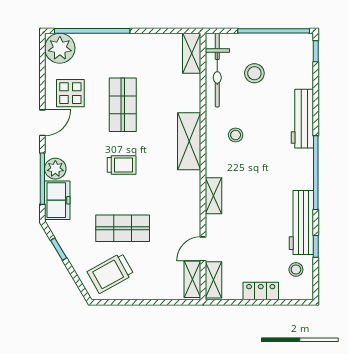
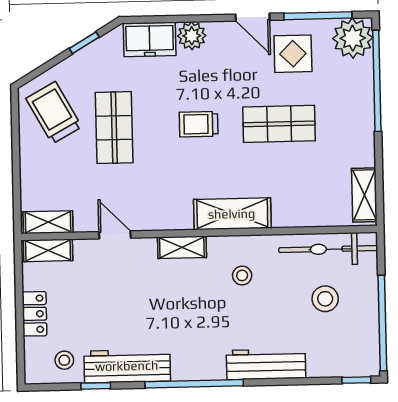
shelving: (192, 53) -> (364, 195), moved, turned 90
trolley: (122, 165) -> (199, 124), turned 90
window: (42, 179) -> (318, 16), moved
shelving: (213, 196) -> (182, 247), moved
door: (203, 249) -> (115, 235), moved

